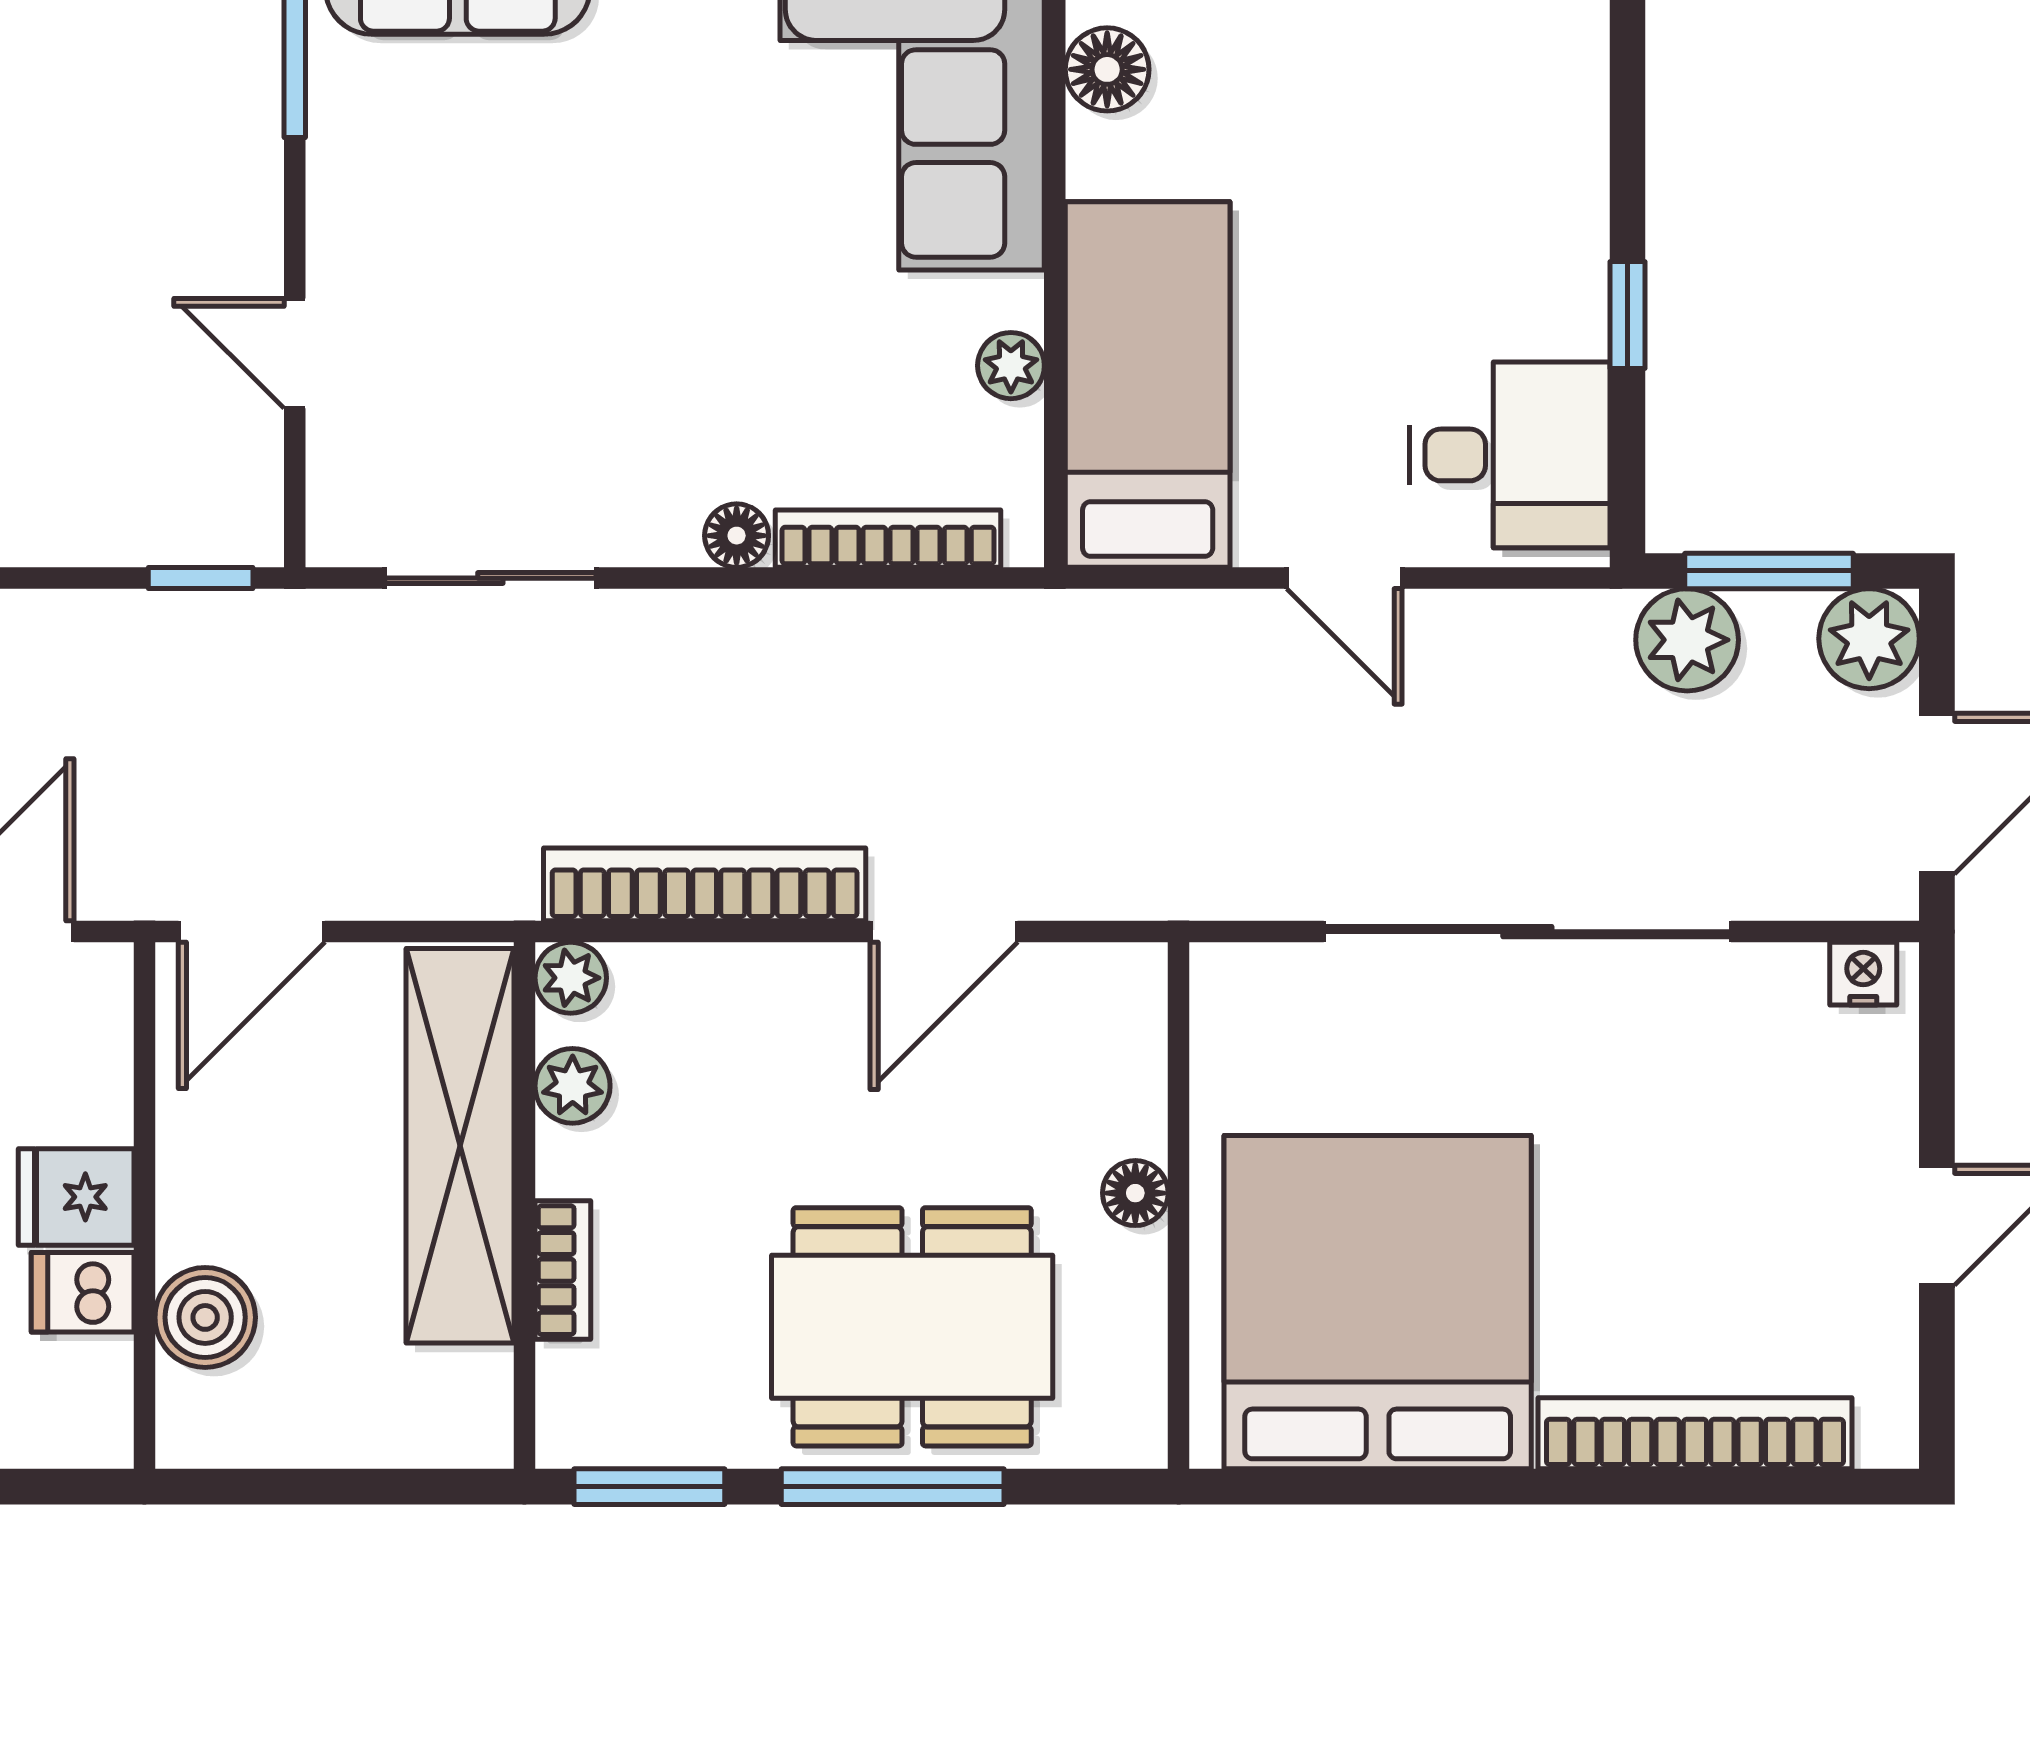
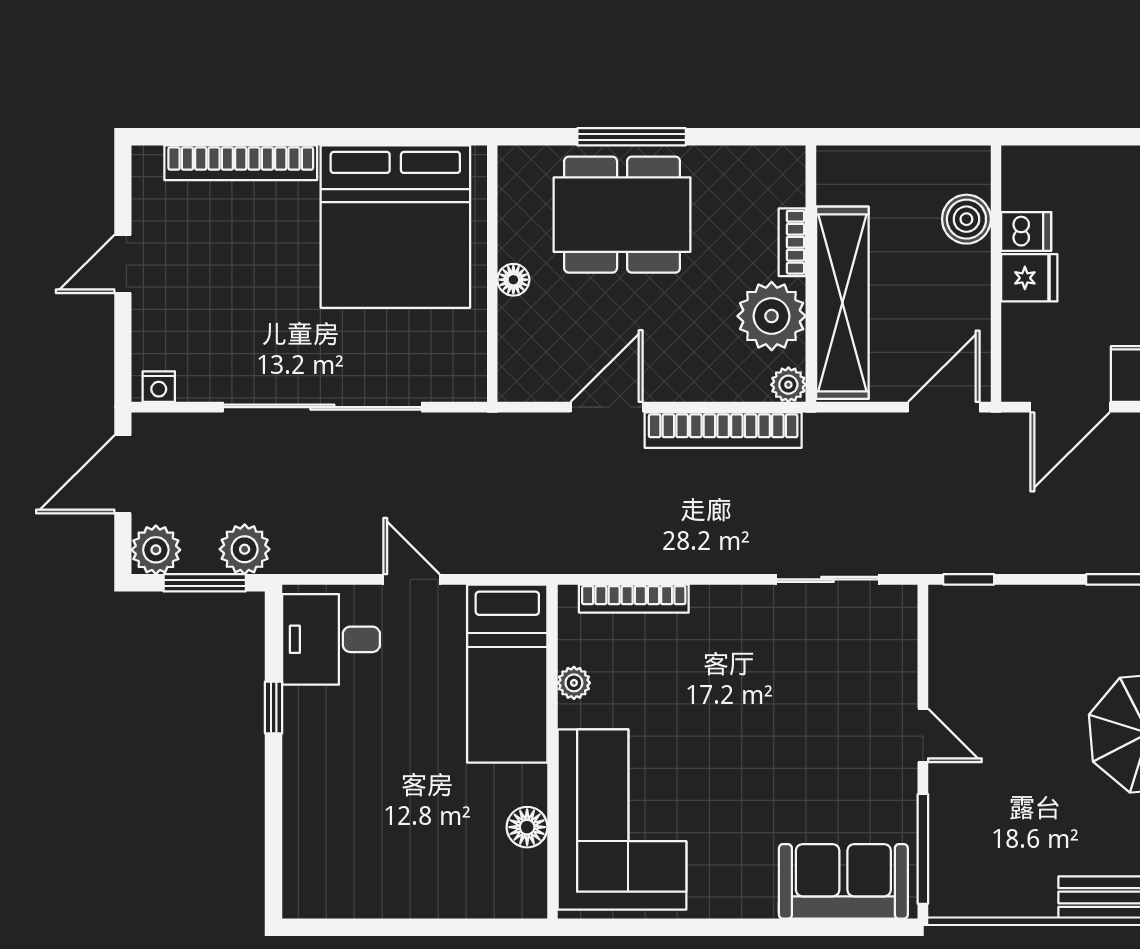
door: (295, 353) -> (923, 735), moved
floor lamp: (737, 536) -> (708, 600), removed
plant: (573, 1086) -> (772, 316), width x1.87, depth x1.87
window: (649, 1487) -> (750, 137), removed

